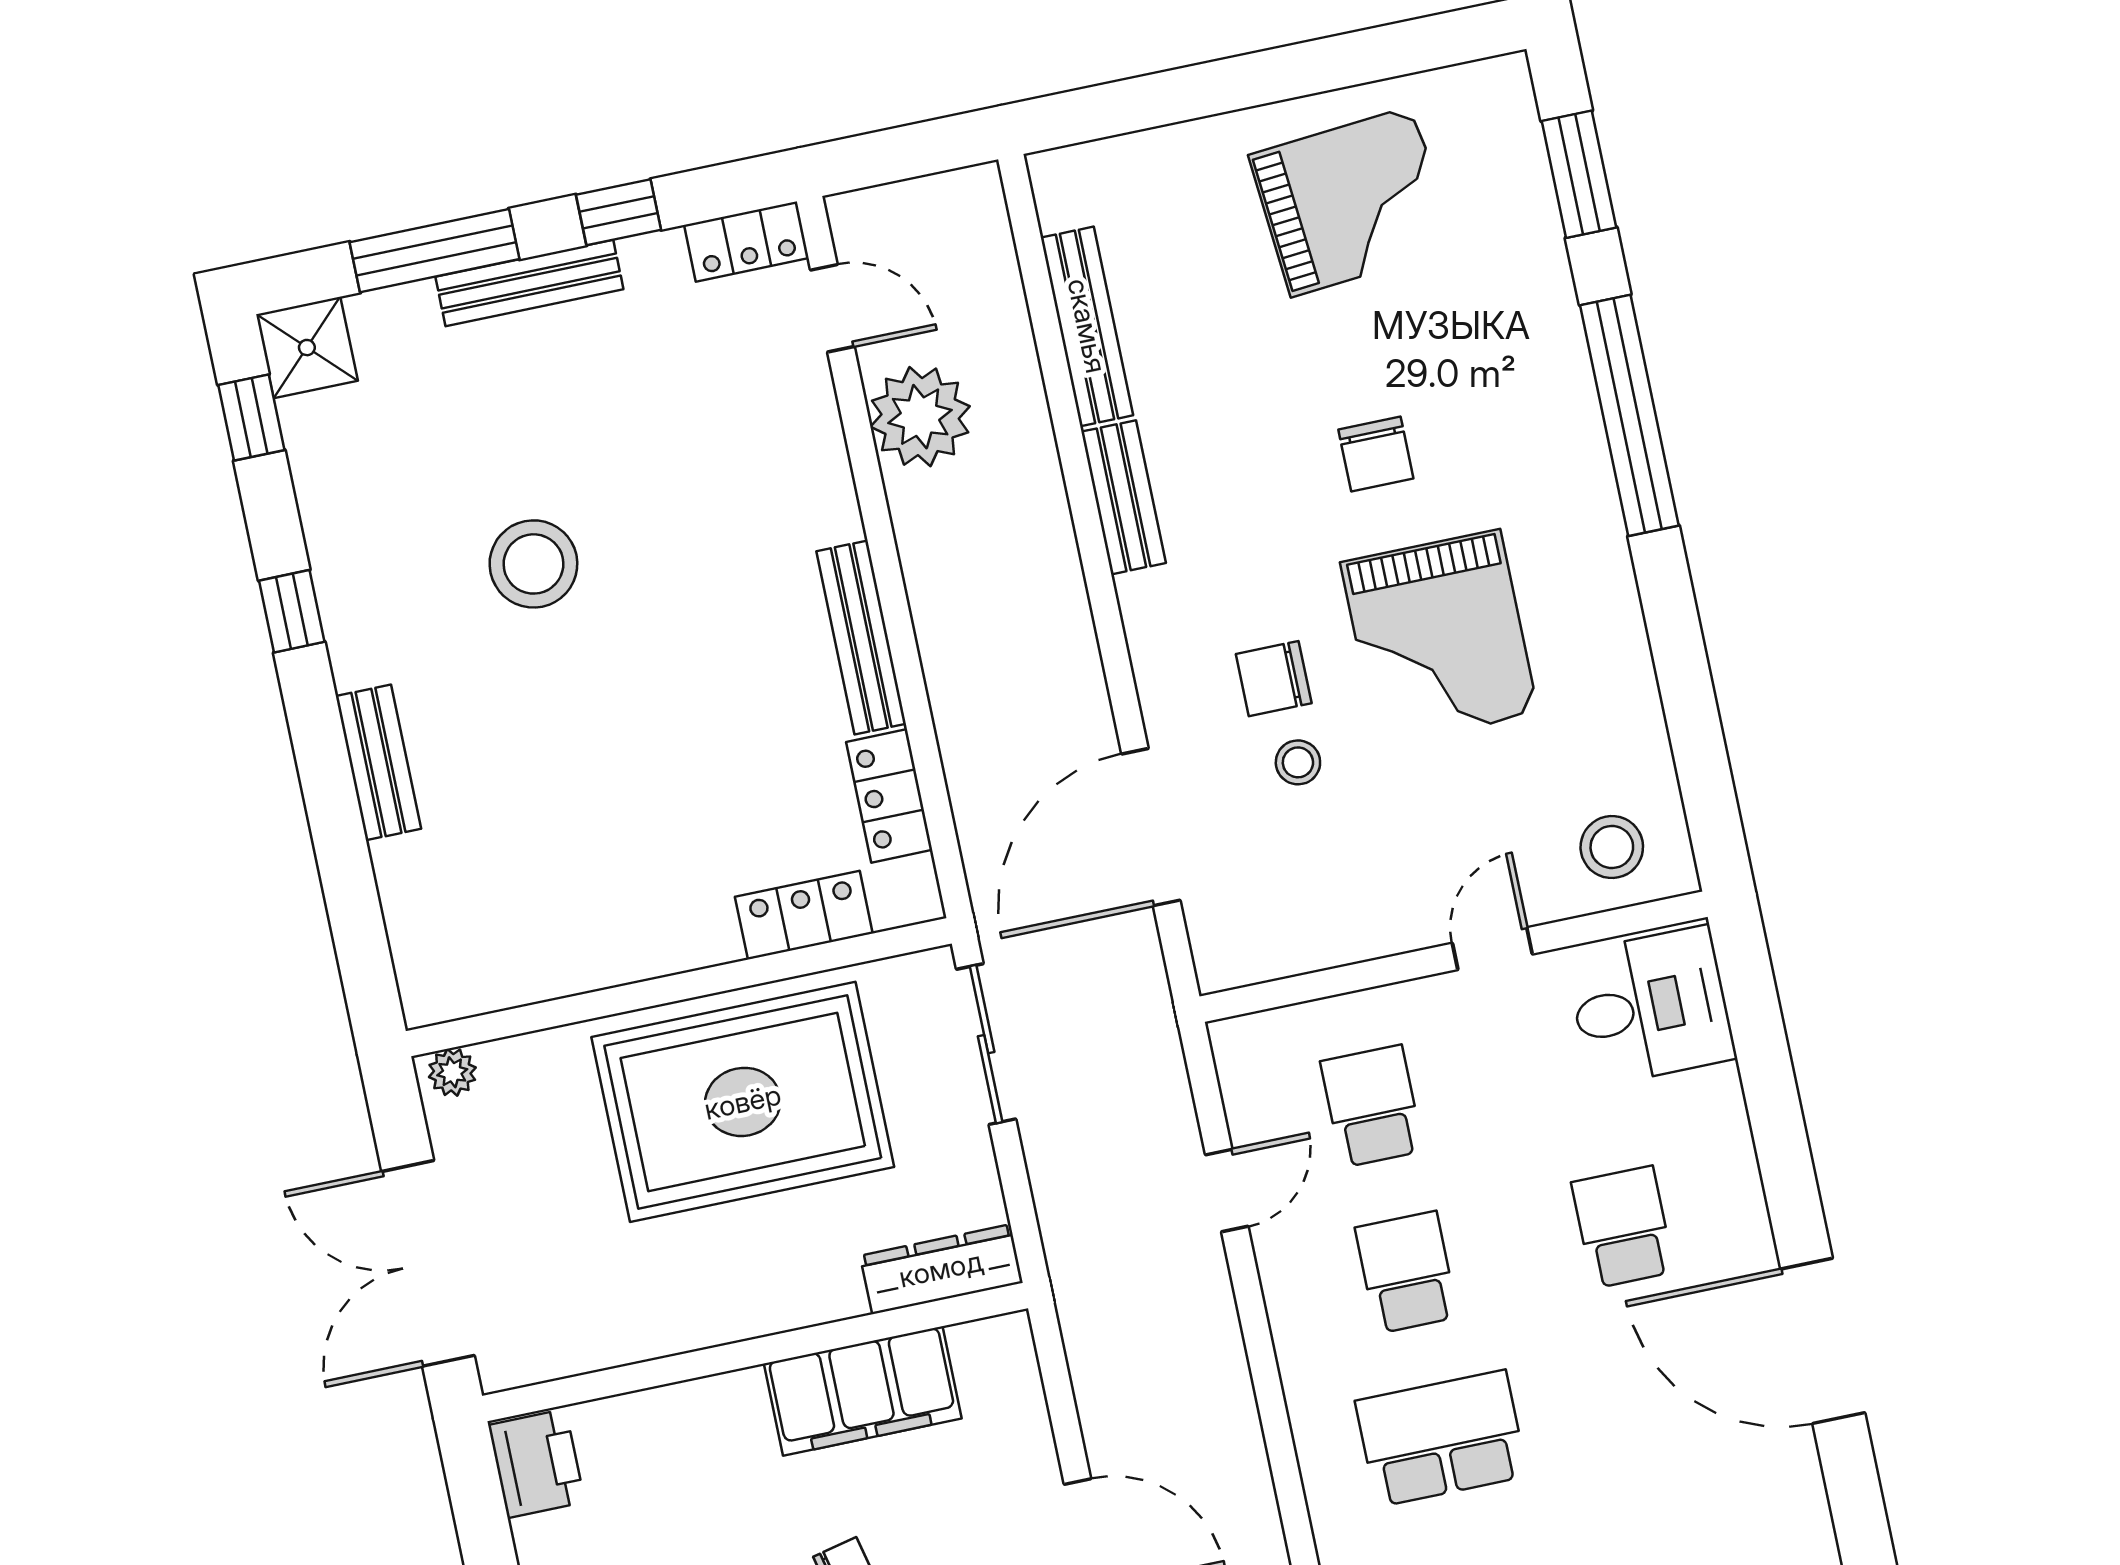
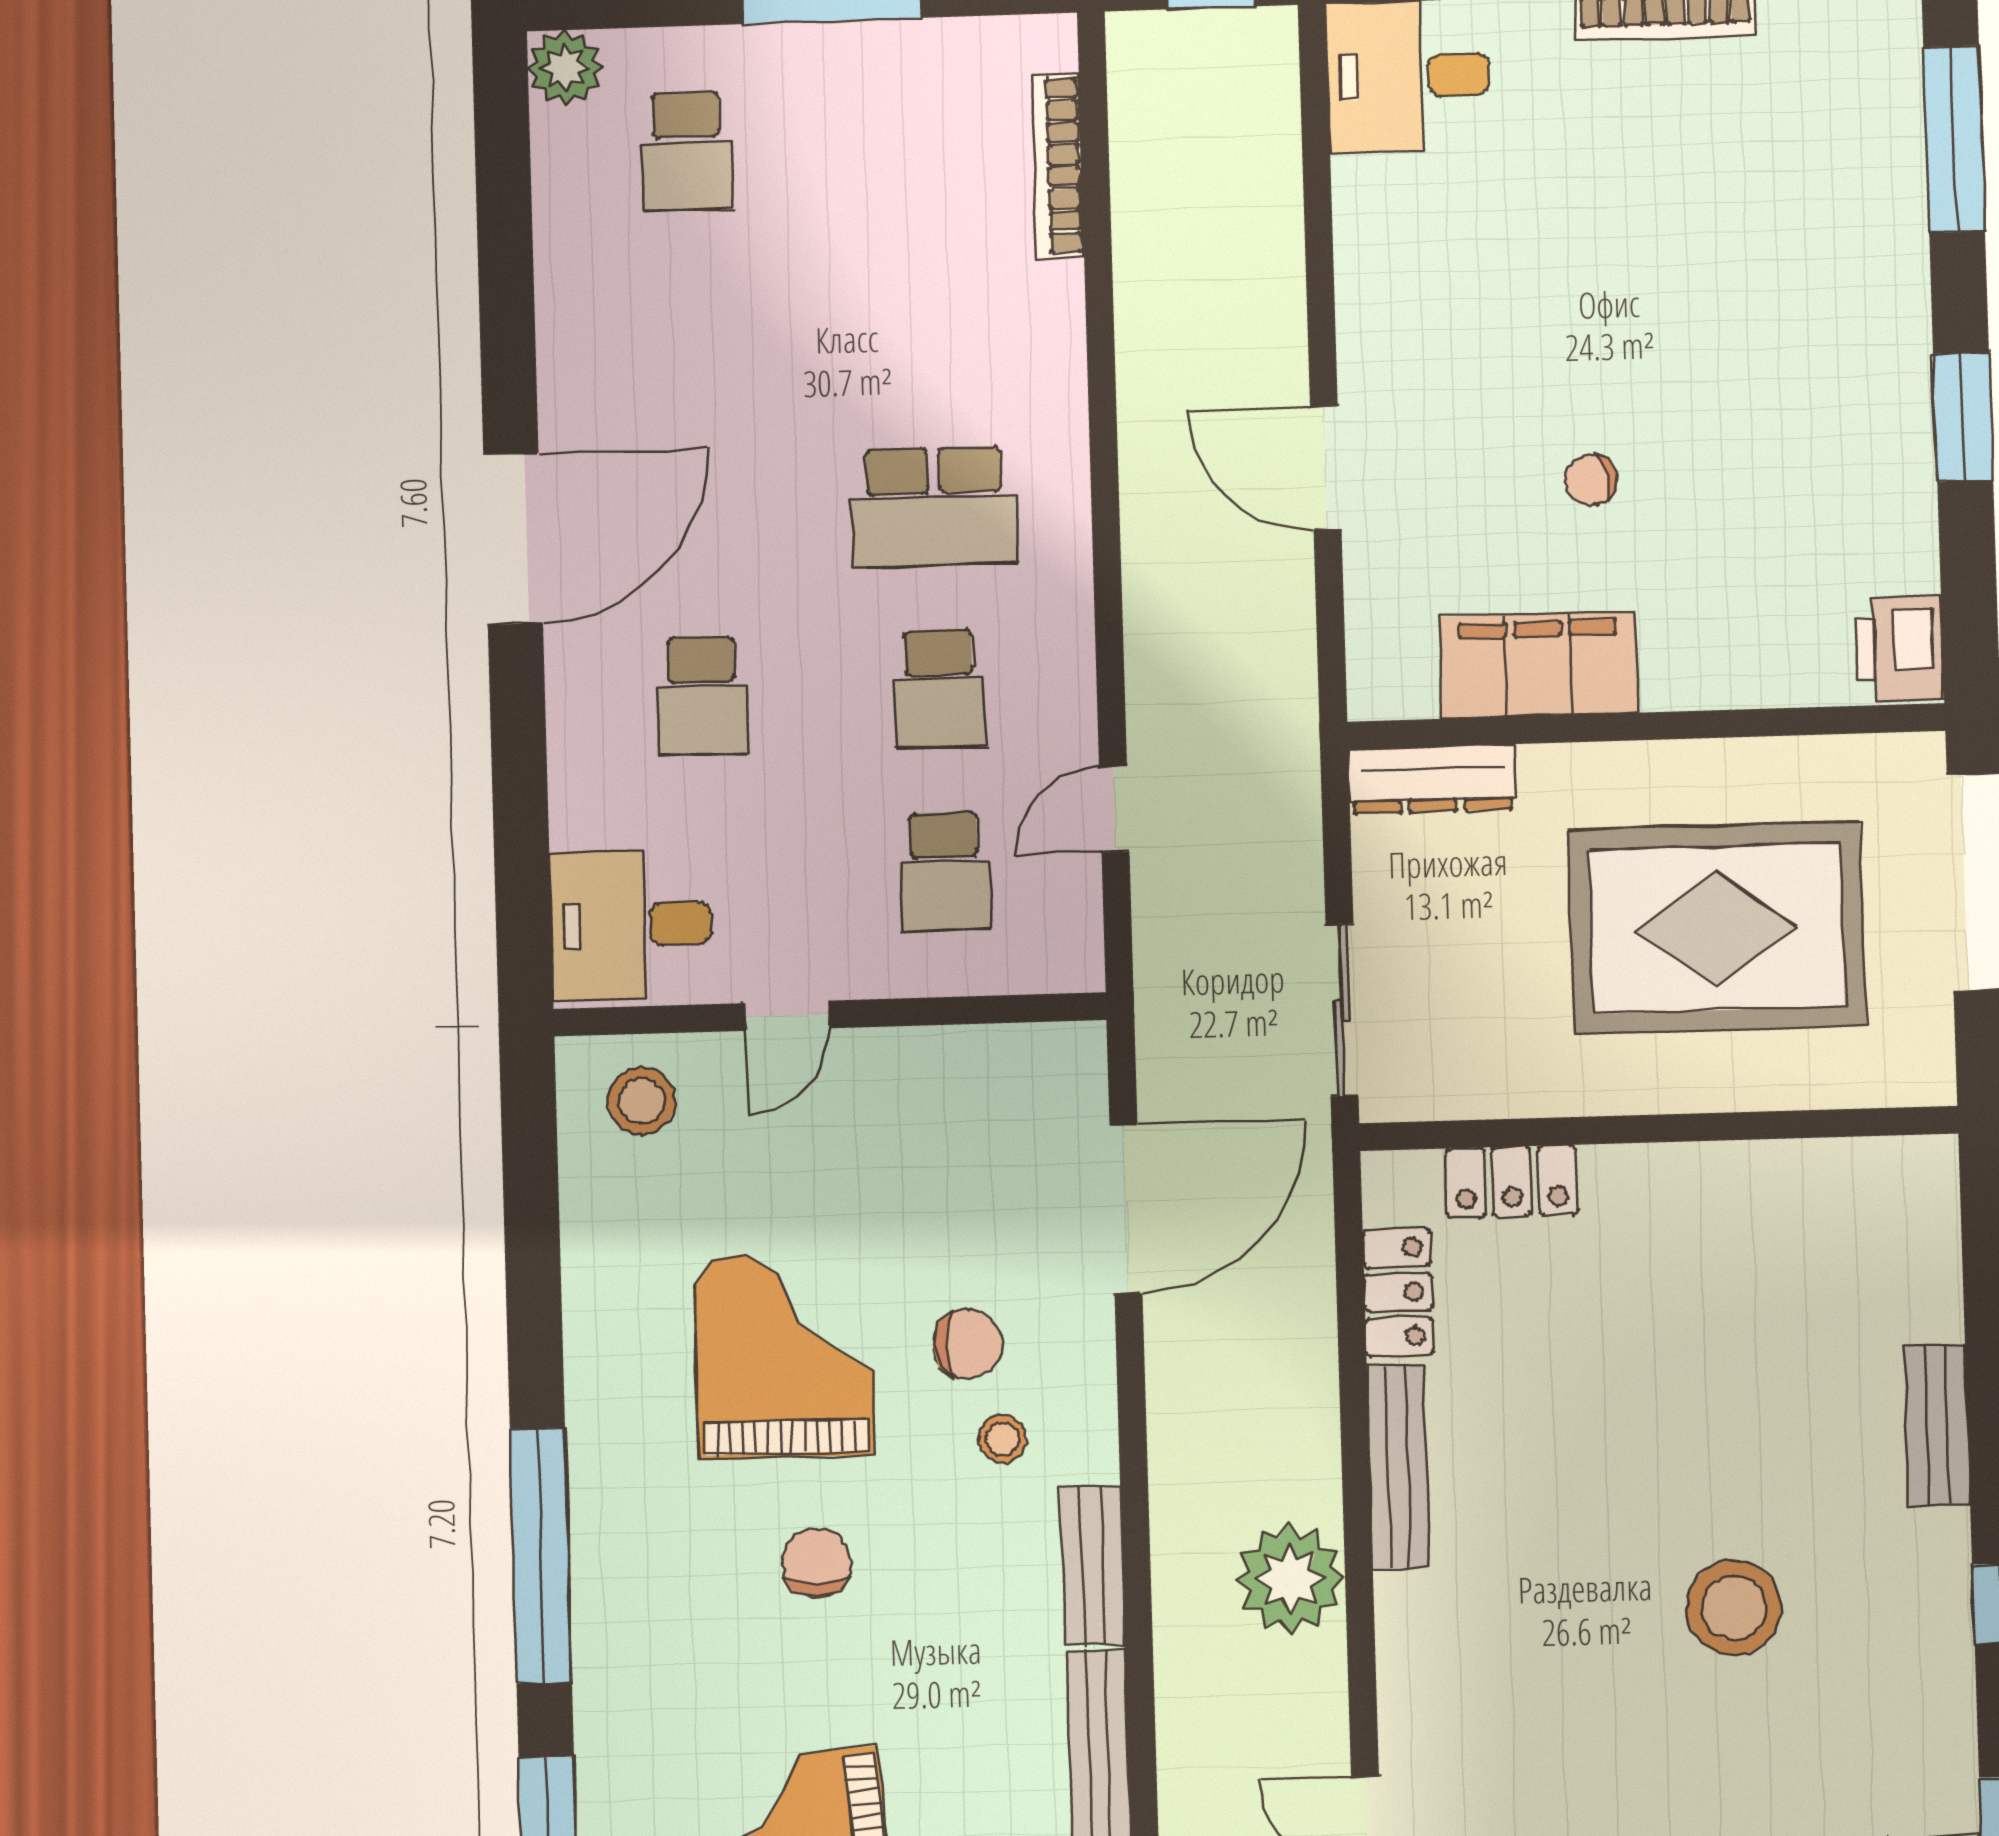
plant: (920, 417) -> (1290, 1579), moved
stool: (1298, 762) -> (1002, 1439), moved
plant: (452, 1072) -> (1916, 1081), removed
rug: (743, 1102) -> (1717, 928), moved
door: (1823, 1341) -> (513, 539), hinge flipped

